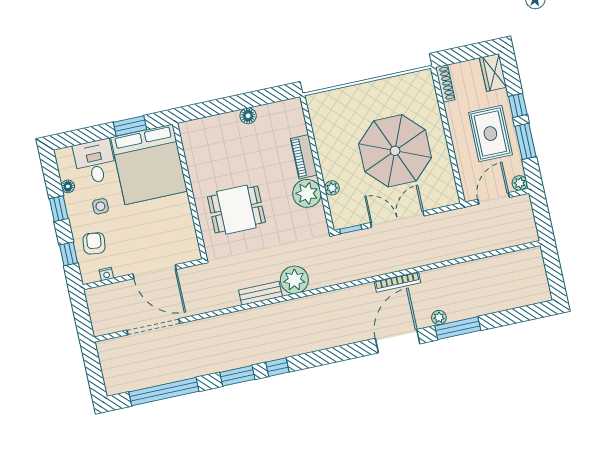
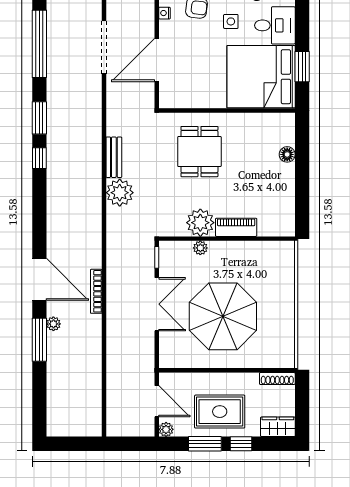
floor lamp: (248, 116) -> (287, 154), moved

